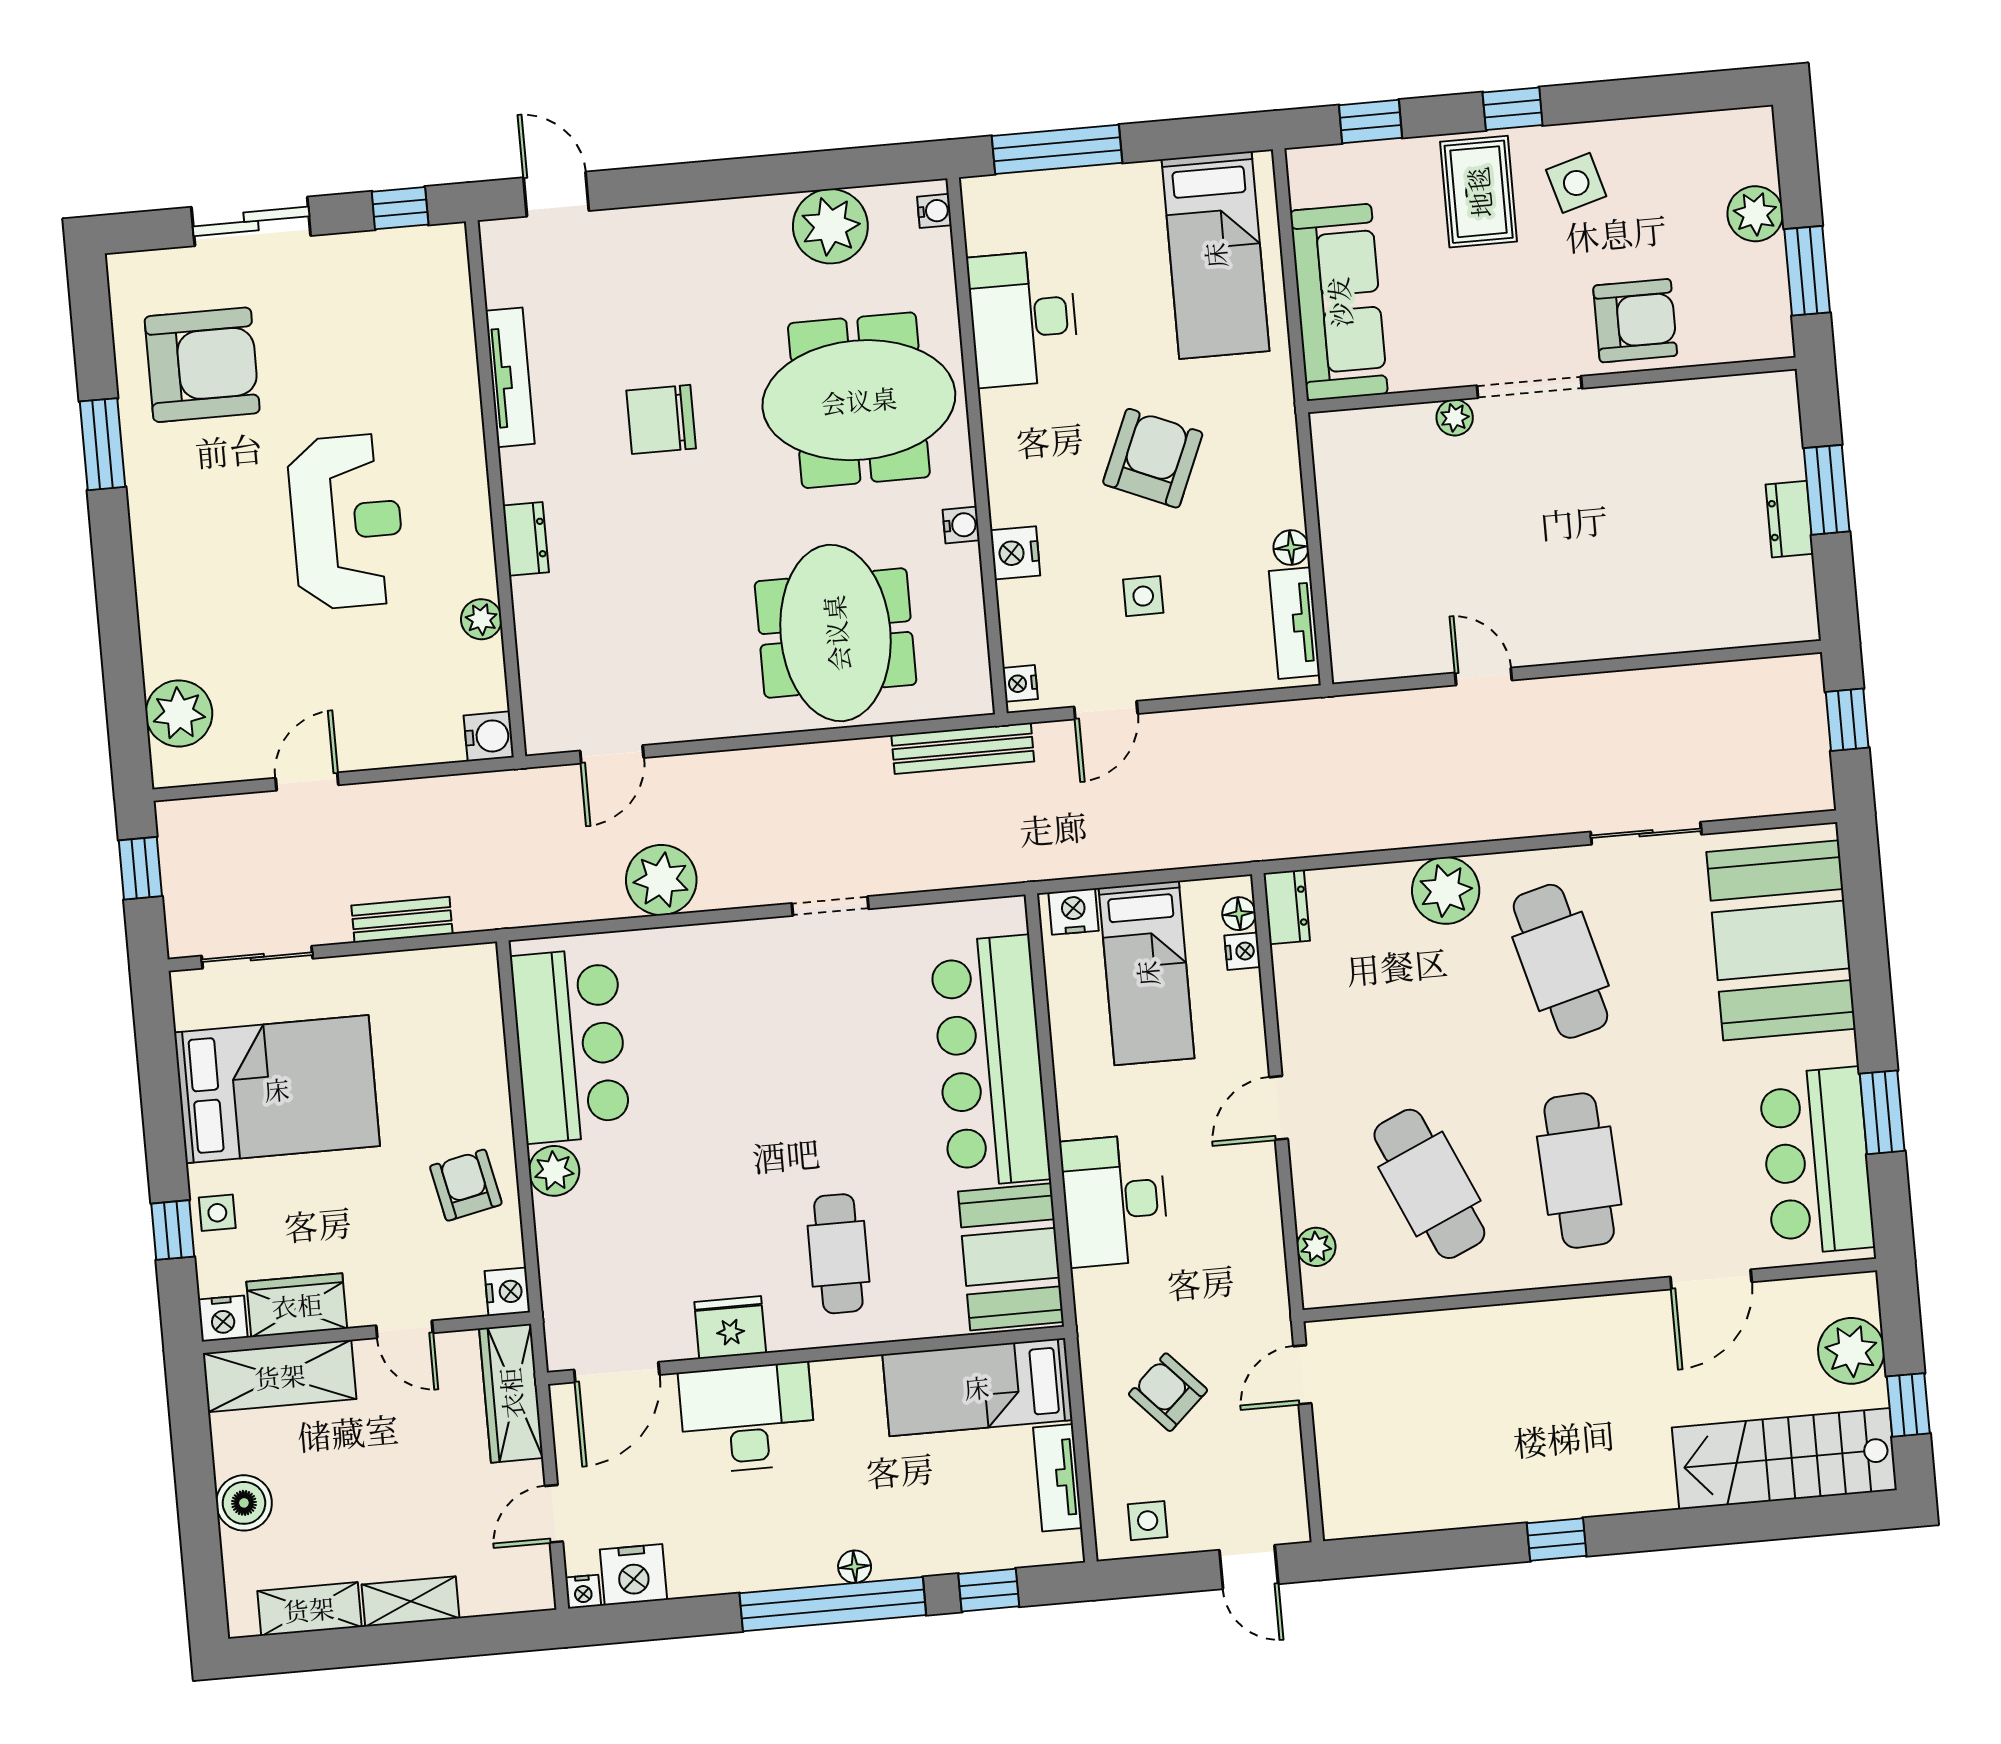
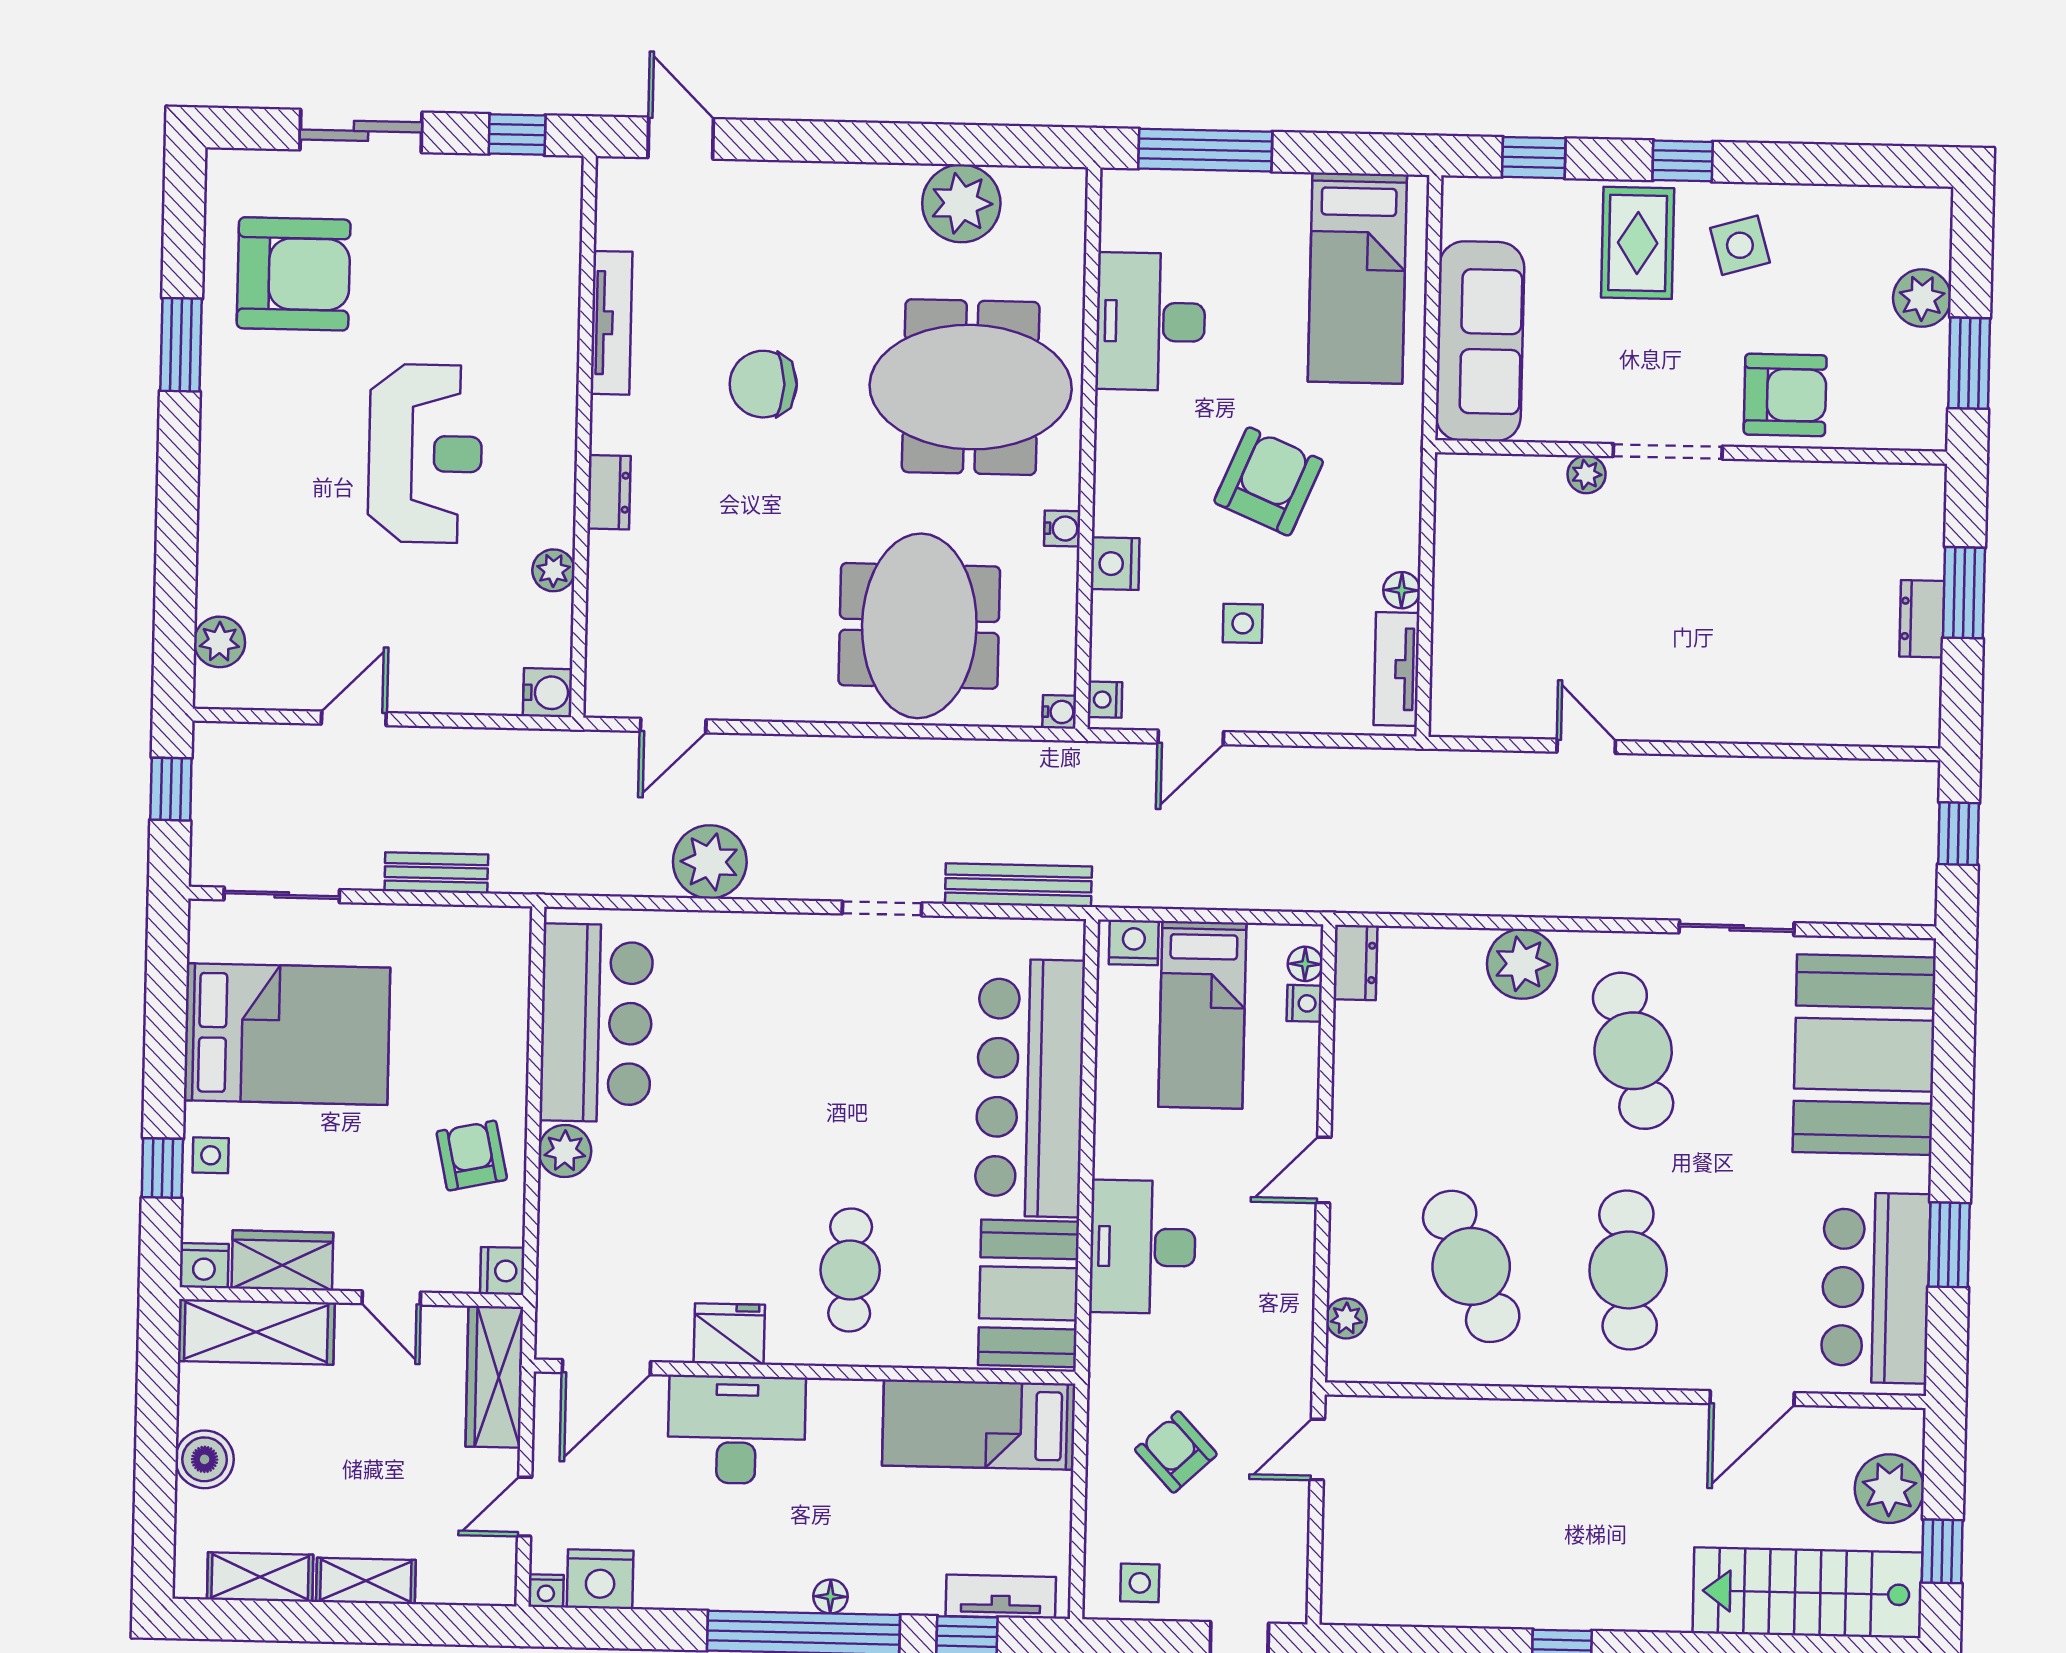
water cooler: (934, 211) -> (1059, 712), moved
plant: (179, 713) -> (220, 642), width x0.73, depth x0.73
bench: (963, 748) -> (1018, 885), moved
tv unit: (1058, 1478) -> (1001, 1597), moved, turned 90

